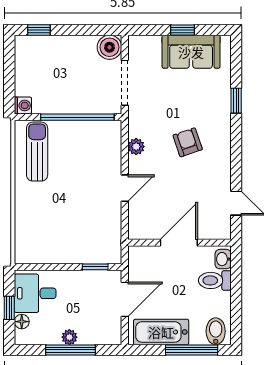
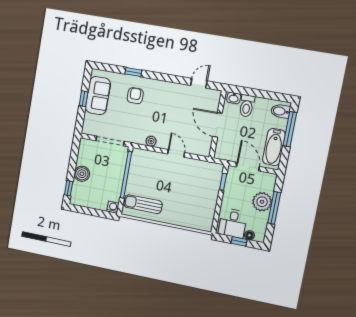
boiler: (109, 47) -> (82, 174), moved
armchair: (188, 142) -> (135, 96), moved, turned 109
plant: (69, 337) -> (262, 202), width x1.87, depth x1.87

